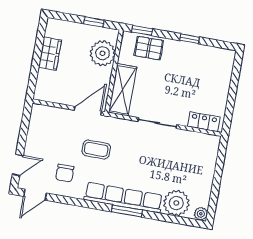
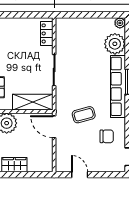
coffee table: (96, 149) -> (84, 115), turned 75
door: (18, 165) -> (80, 175), moved

